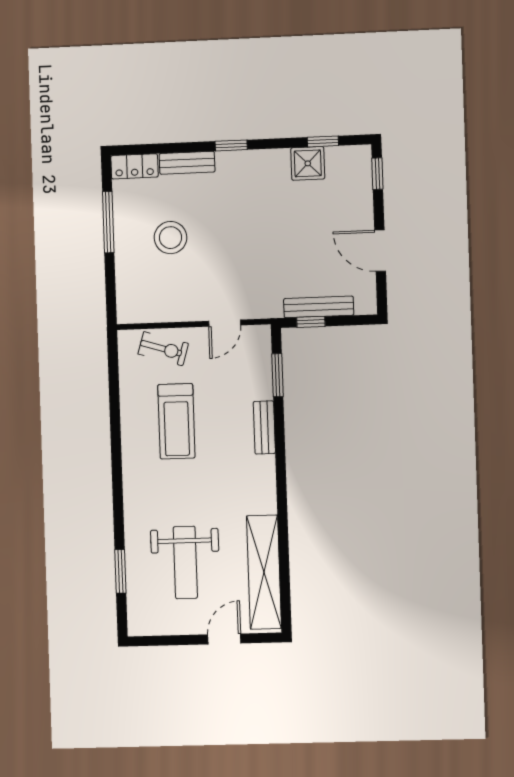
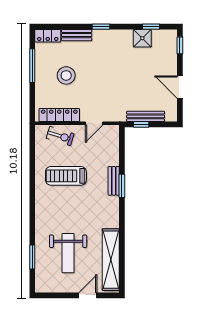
locker: (160, 310) -> (59, 115), added
window: (278, 375) -> (122, 186), moved
treadmill: (176, 421) -> (66, 176), turned 90

